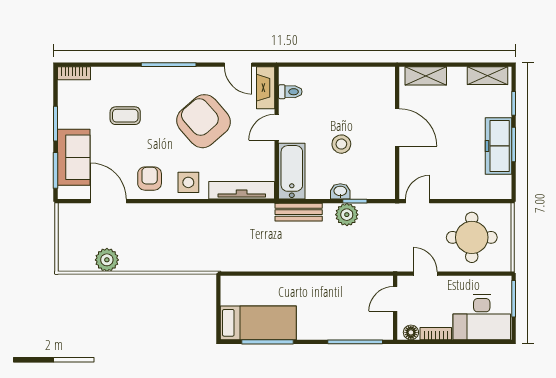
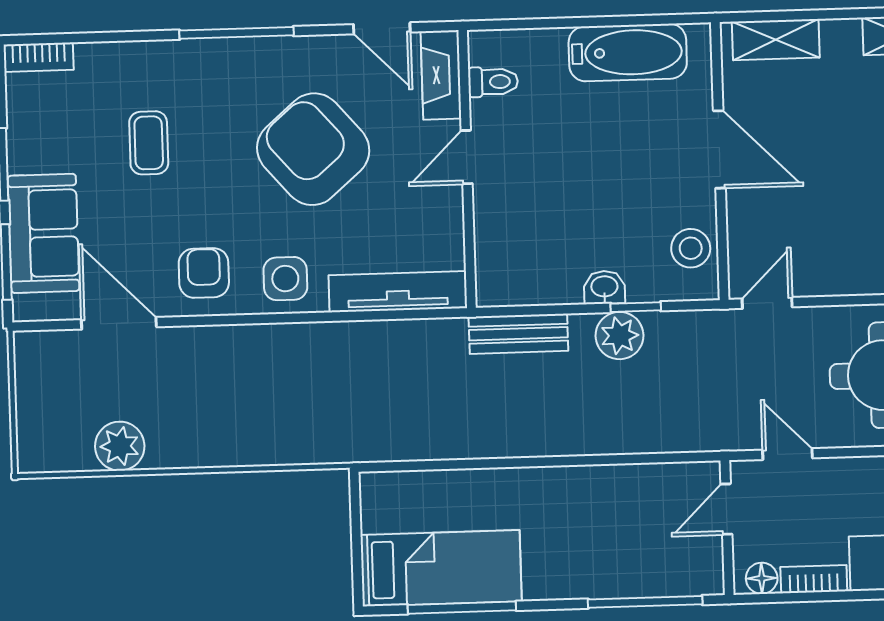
coffee table: (125, 116) -> (149, 143), turned 90
stool: (341, 144) -> (691, 248), moved
bathtub: (292, 171) -> (628, 52), moved, turned 90

